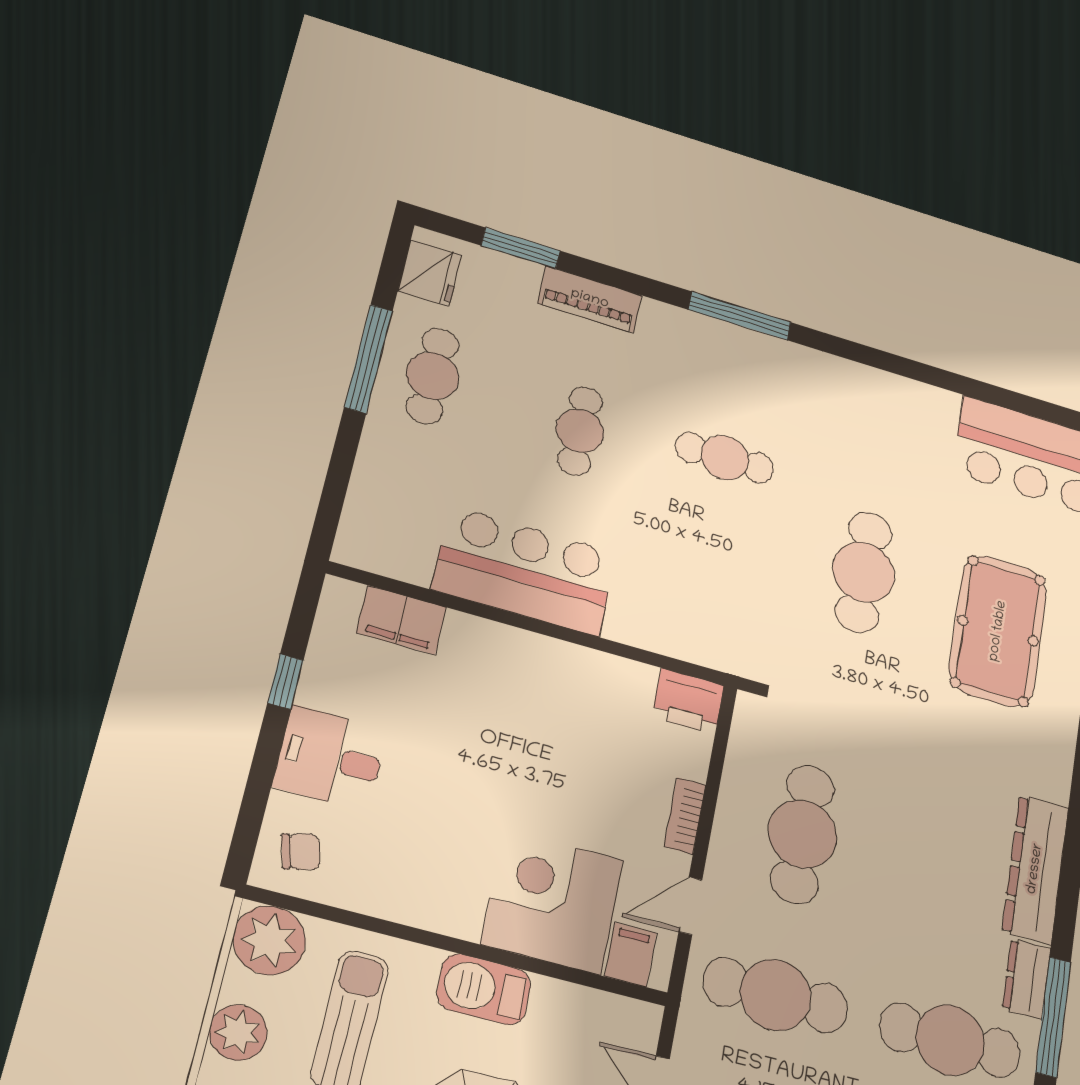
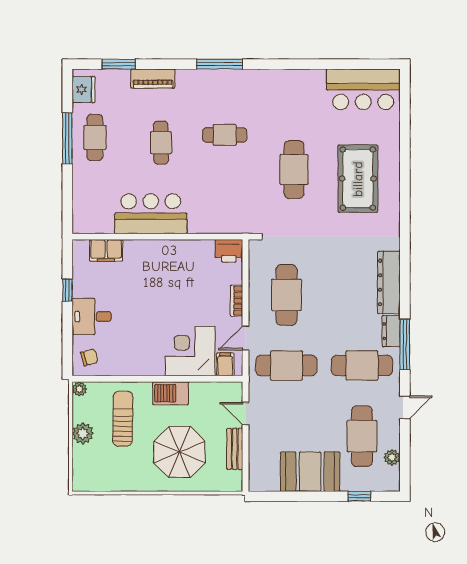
plant: (269, 940) -> (79, 389), width x0.53, depth x0.53

